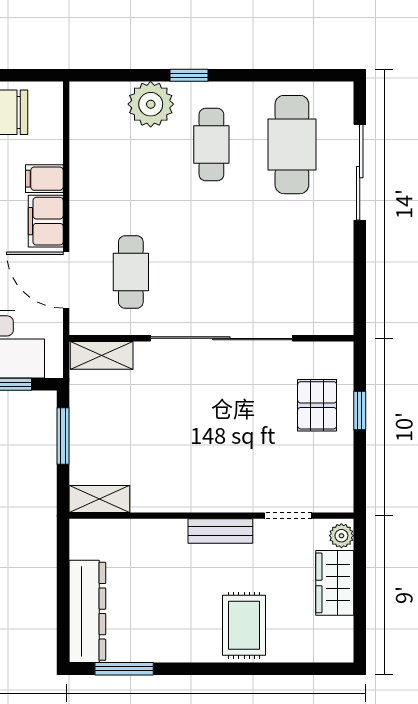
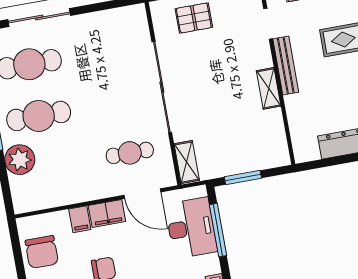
cafe table: (211, 145) -> (39, 116), width x1.37, depth x1.35
door: (66, 280) -> (142, 194), hinge flipped
shelving: (99, 499) -> (269, 88), moved
bench: (220, 531) -> (286, 66), width x1.36

